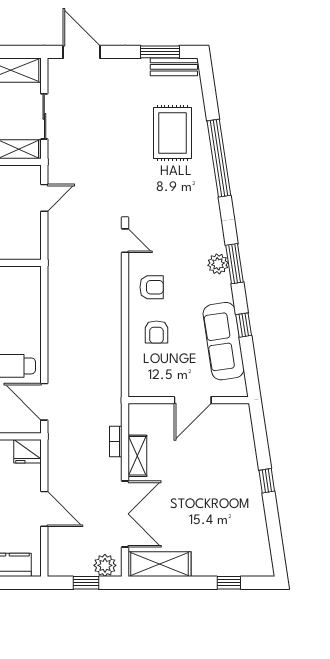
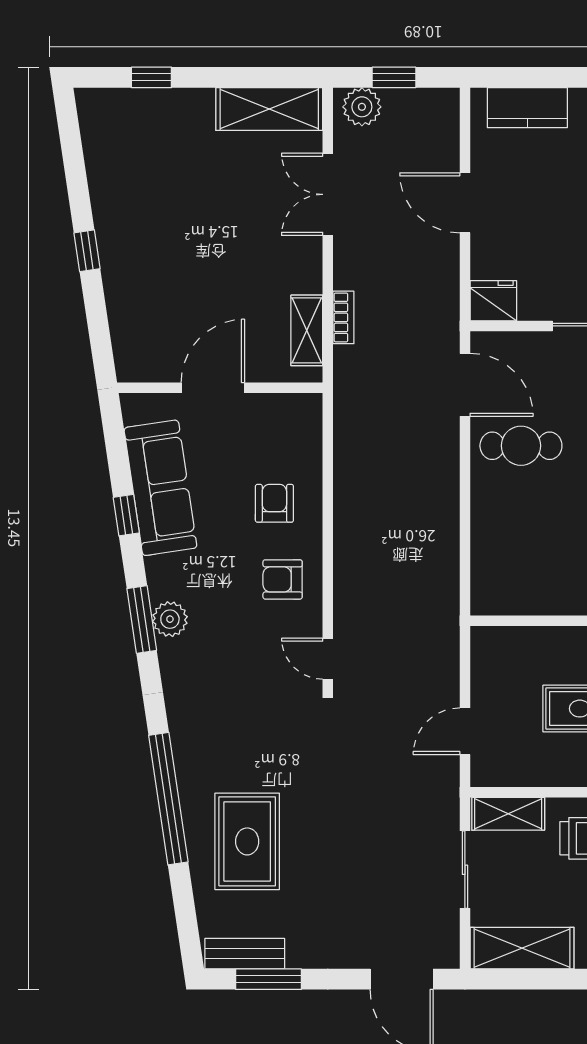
shelving: (137, 456) -> (307, 330), moved
double door: (125, 514) -> (328, 194), width x0.73

